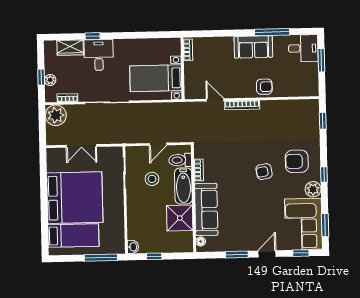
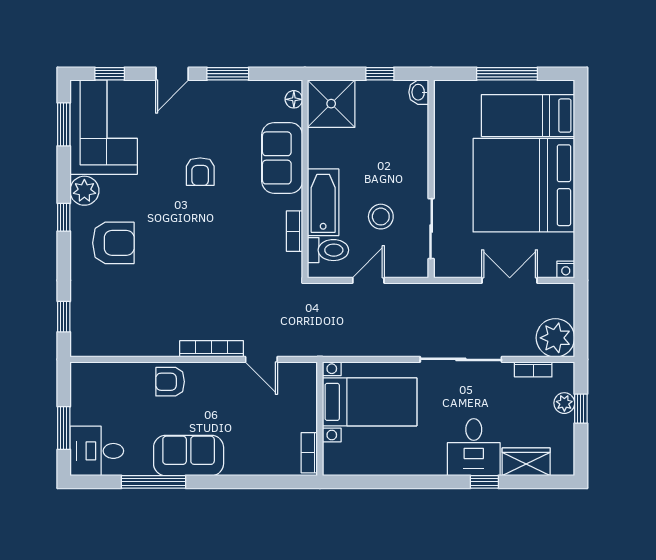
nightstand: (51, 152) -> (566, 269), added
armchair: (264, 172) -> (200, 172), moved, turned 100
sofa: (206, 209) -> (282, 158), width x0.73
shower: (180, 218) -> (331, 104), moved
window: (101, 258) -> (507, 74), moved

